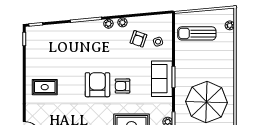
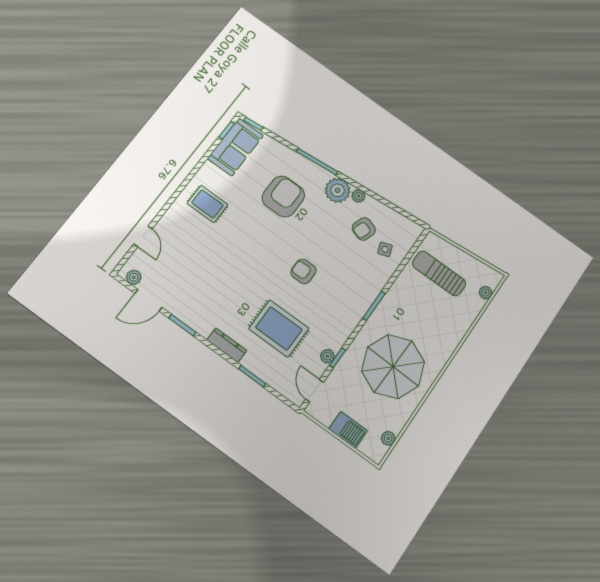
plant: (108, 24) -> (338, 190), width x1.87, depth x1.87
sofa: (162, 79) -> (235, 147), moved, turned 180
armchair: (97, 85) -> (283, 196), moved

